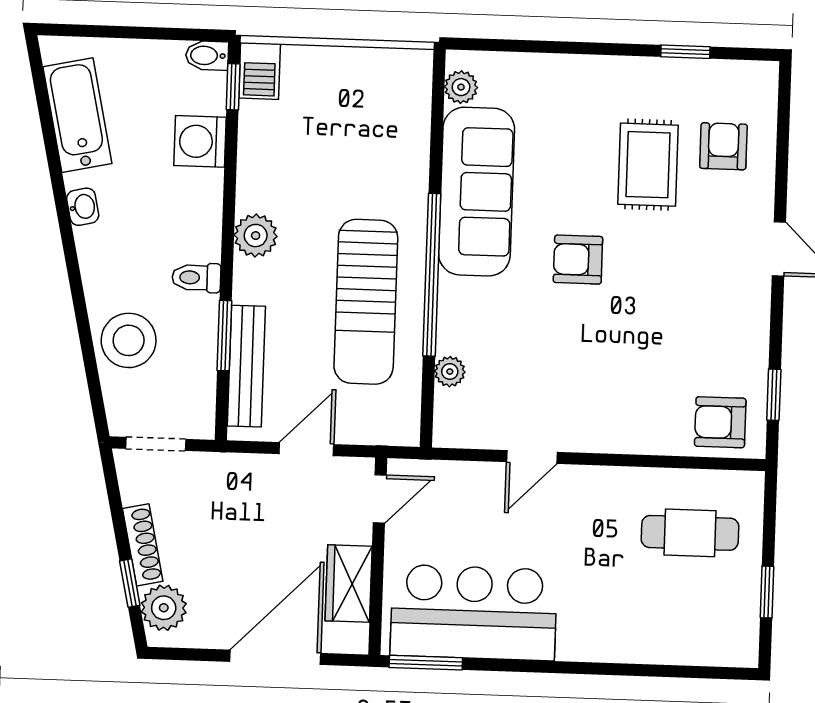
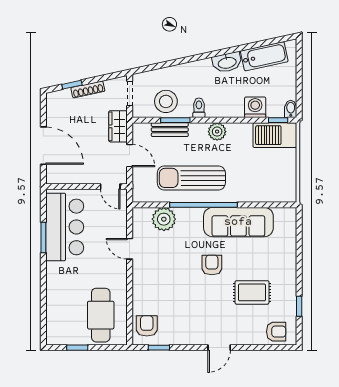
barbecue: (260, 71) -> (275, 135), width x1.88, depth x1.53
plant: (461, 87) -> (281, 214), removed
armchair: (723, 146) -> (276, 332), moved
washbasin: (83, 207) -> (227, 62), width x1.91, depth x1.45
stool: (129, 340) -> (166, 101), moved
bench: (246, 366) -> (170, 130), width x0.73
plant: (450, 372) -> (164, 219), width x1.87, depth x1.87
cafe table: (690, 533) -> (101, 315), width x1.37, depth x1.35
wardrobe: (349, 583) -> (118, 126), moved, turned -90
plant: (164, 608) -> (62, 99), removed
window: (426, 663) -> (43, 238), moved

